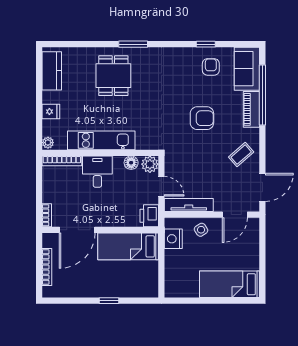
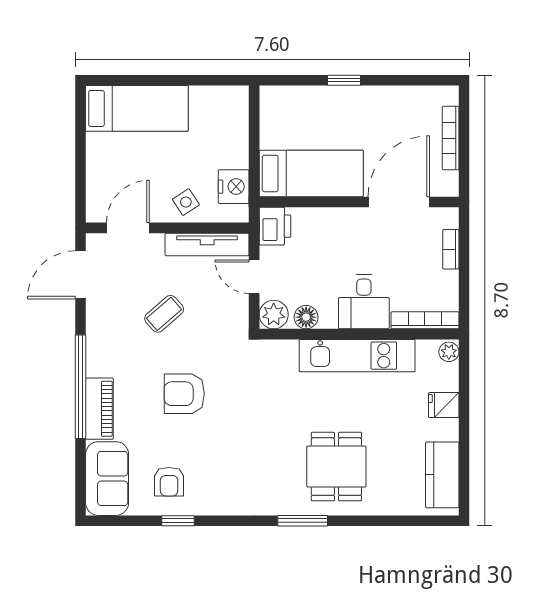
window: (262, 95) -> (80, 387), moved
coffee table: (241, 155) -> (164, 314), moved
bookcase: (47, 215) -> (451, 249), moved

